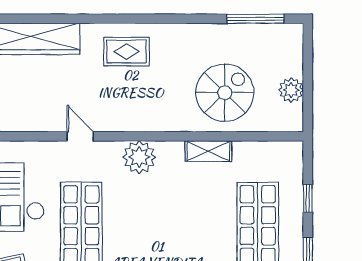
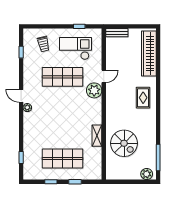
plant: (291, 90) -> (147, 174), moved
plant: (139, 157) -> (94, 90), moved

